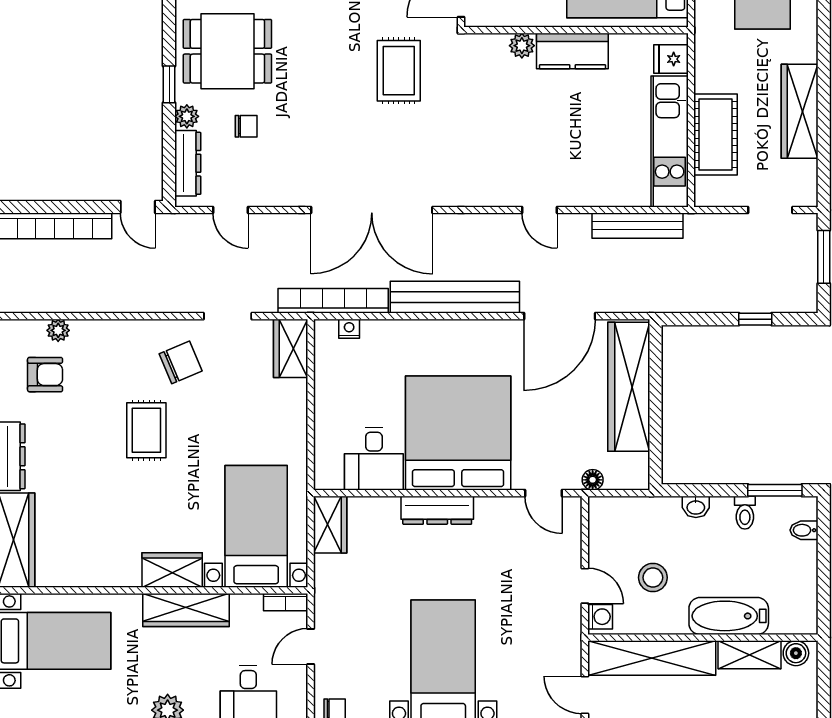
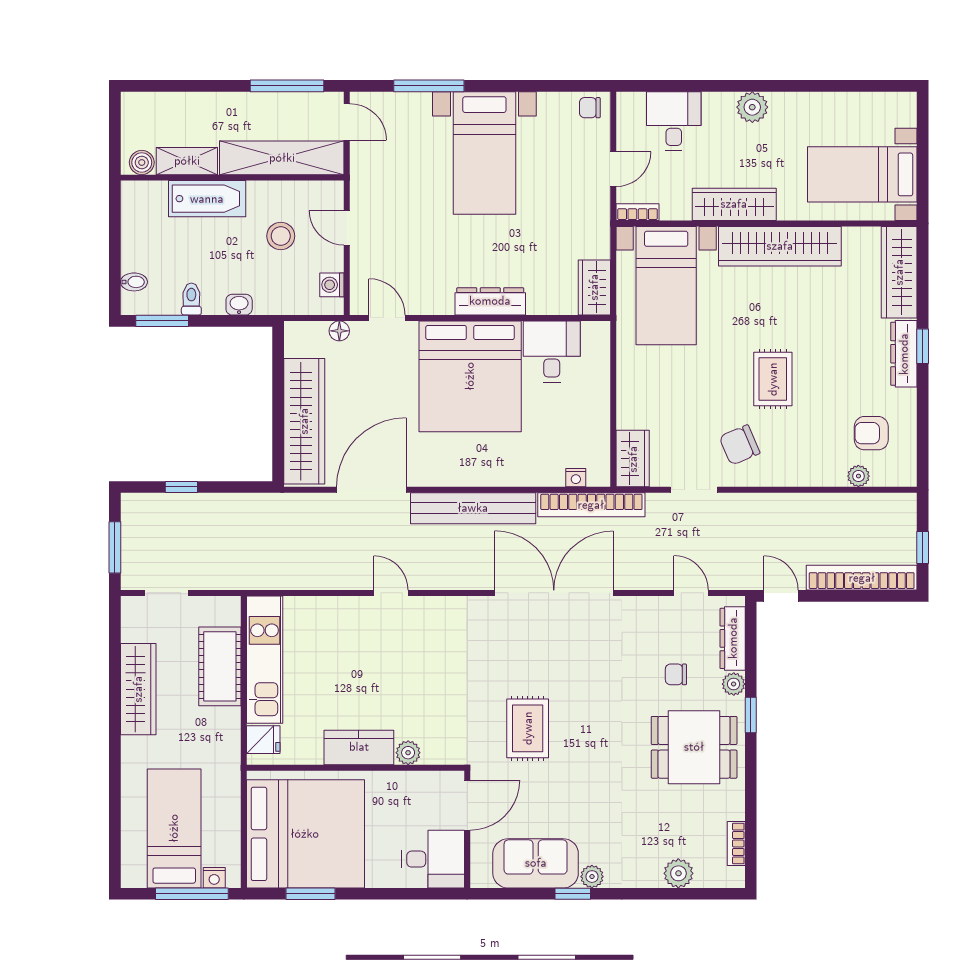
bench: (638, 226) -> (296, 578), removed
wardrobe: (172, 570) -> (780, 246), width x2.10, depth x1.17
washing machine: (600, 617) -> (332, 285), moved

